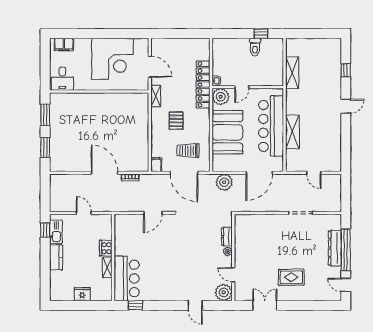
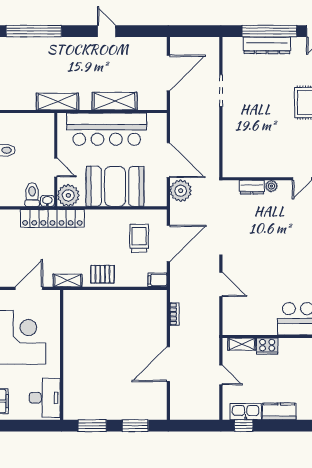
toilet: (221, 69) -> (32, 195), added
window: (346, 70) -> (34, 31), width x3.17
shelving: (292, 73) -> (57, 102), moved
desk: (62, 79) -> (45, 398), width x1.37
door: (346, 106) -> (107, 31), moved
pallet: (176, 121) -> (103, 274), moved
trolley: (188, 151) -> (139, 238), turned 180
door: (105, 173) -> (168, 364), moved
door: (259, 173) -> (168, 160), moved
door: (314, 173) -> (168, 73), width x1.88
door: (84, 213) -> (221, 375), swing flipped
shelving: (107, 267) -> (242, 344), moved

